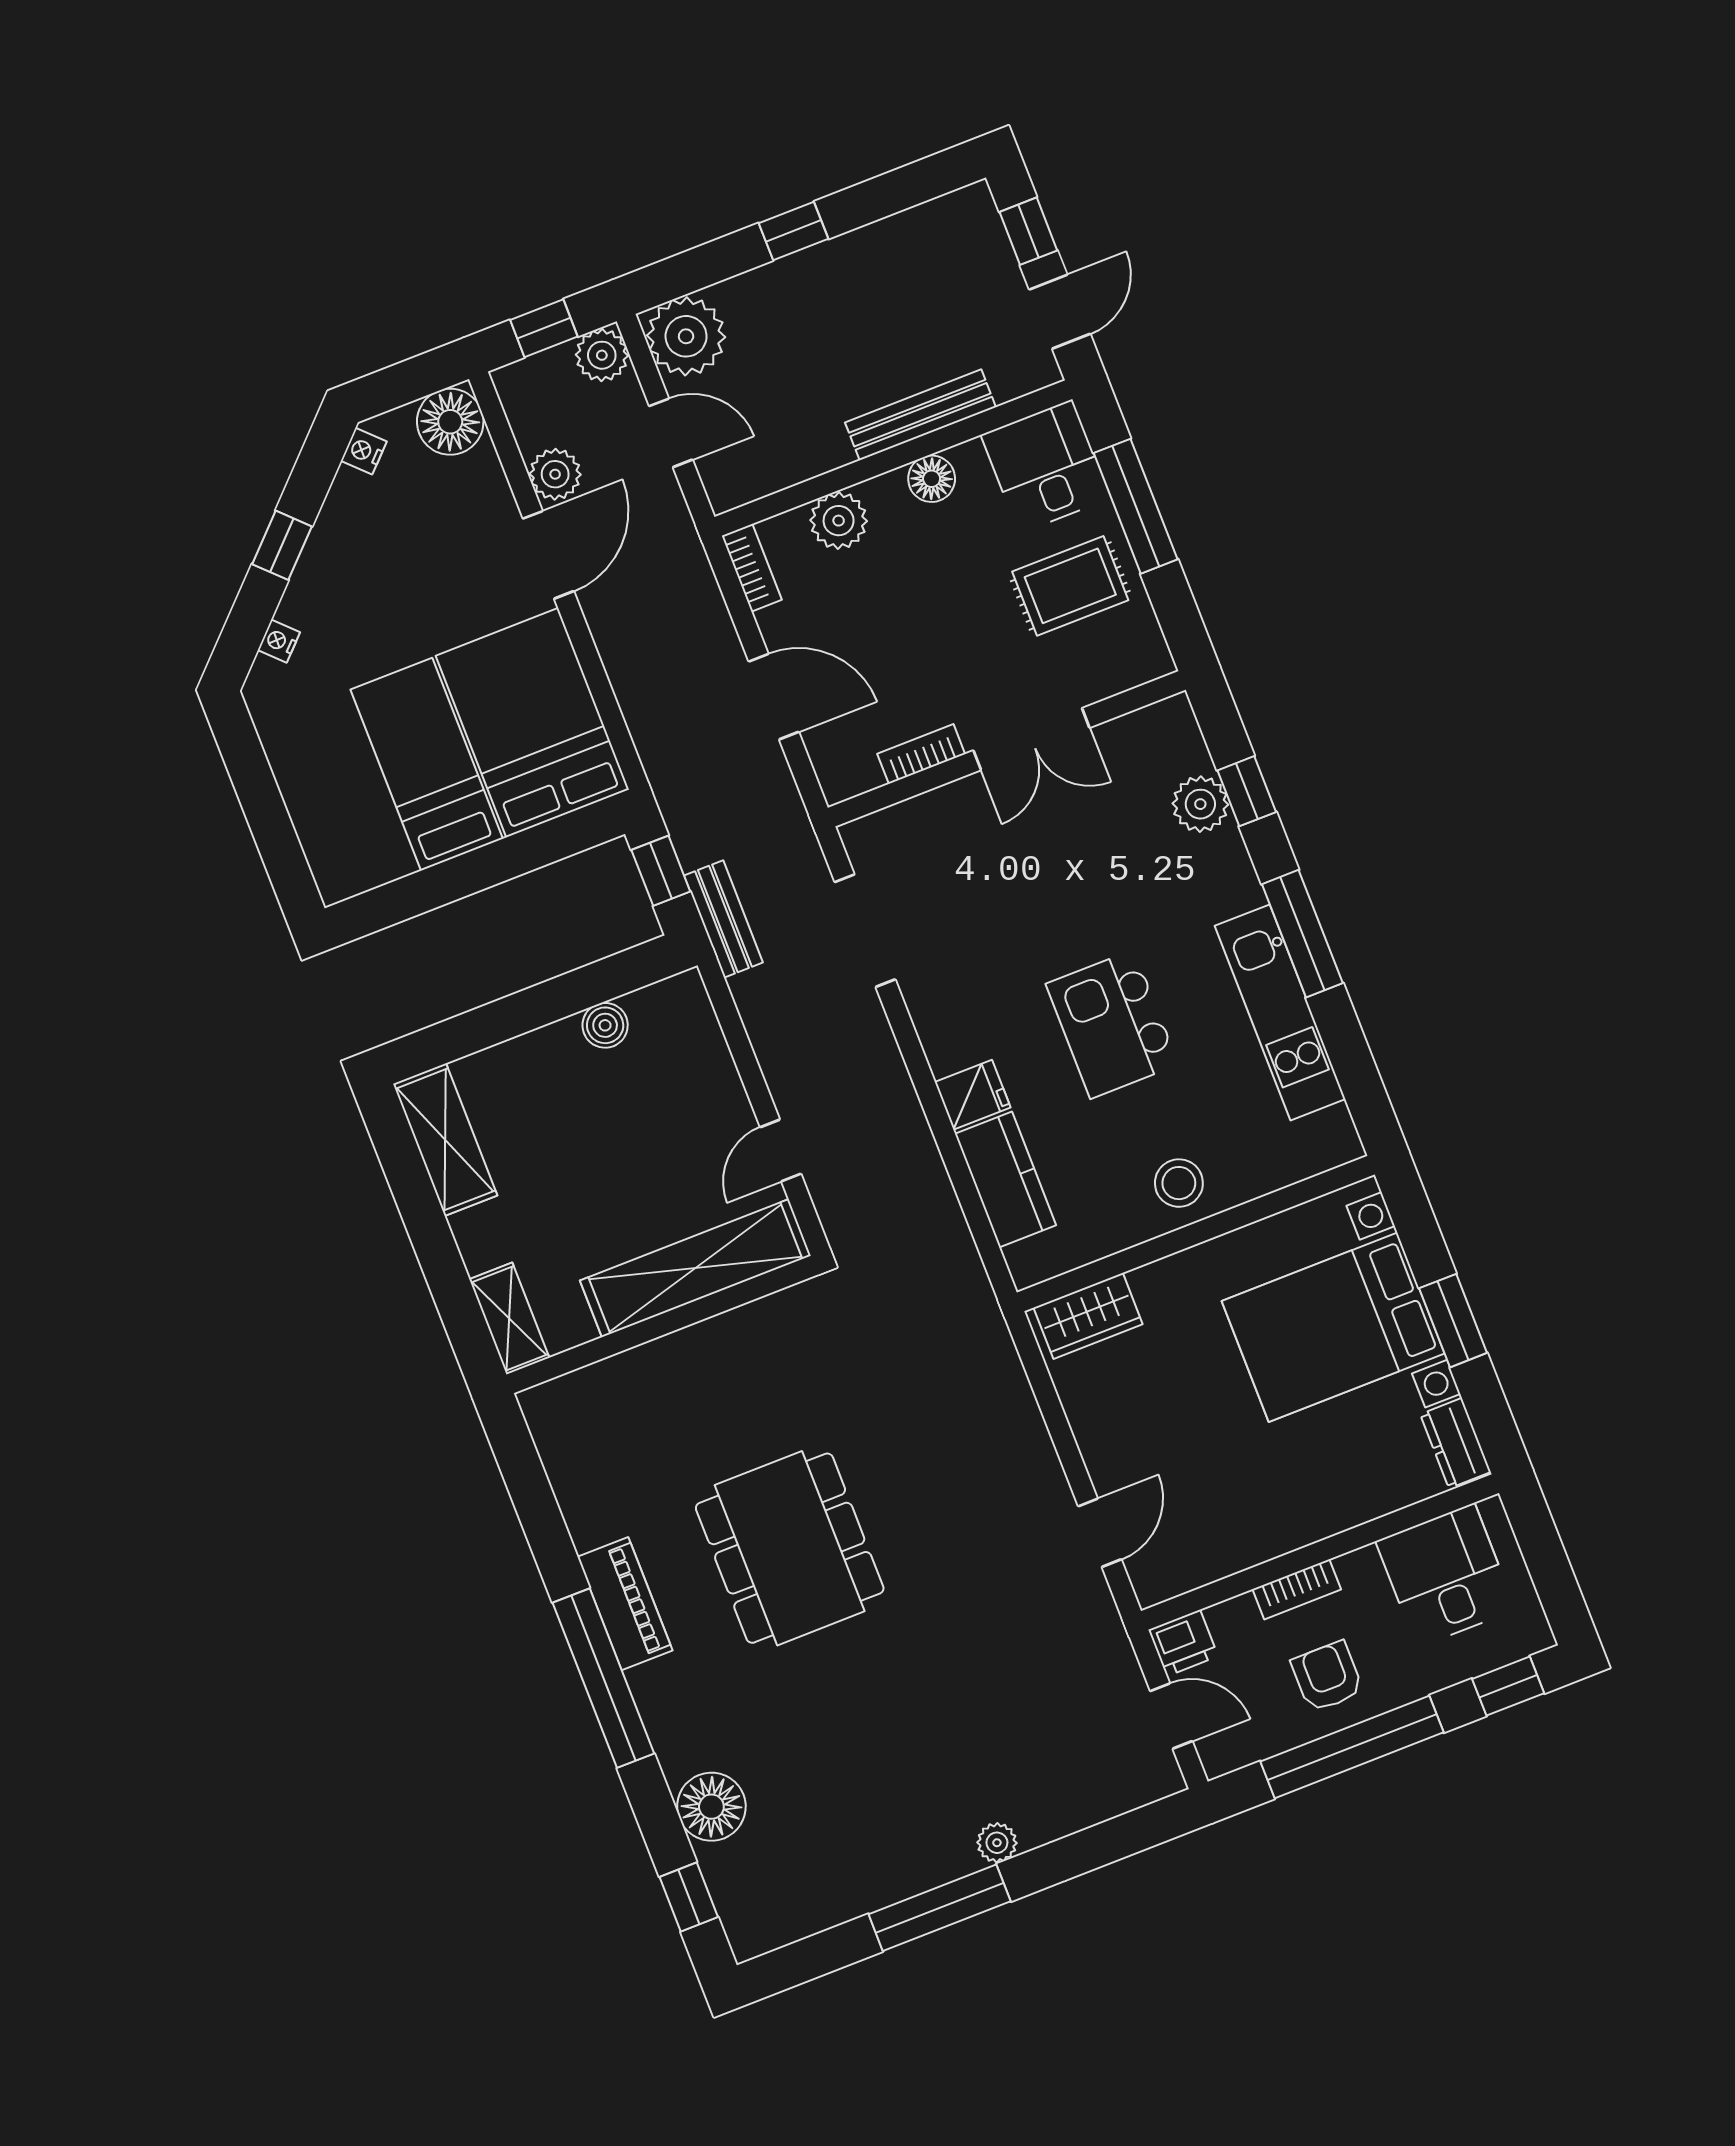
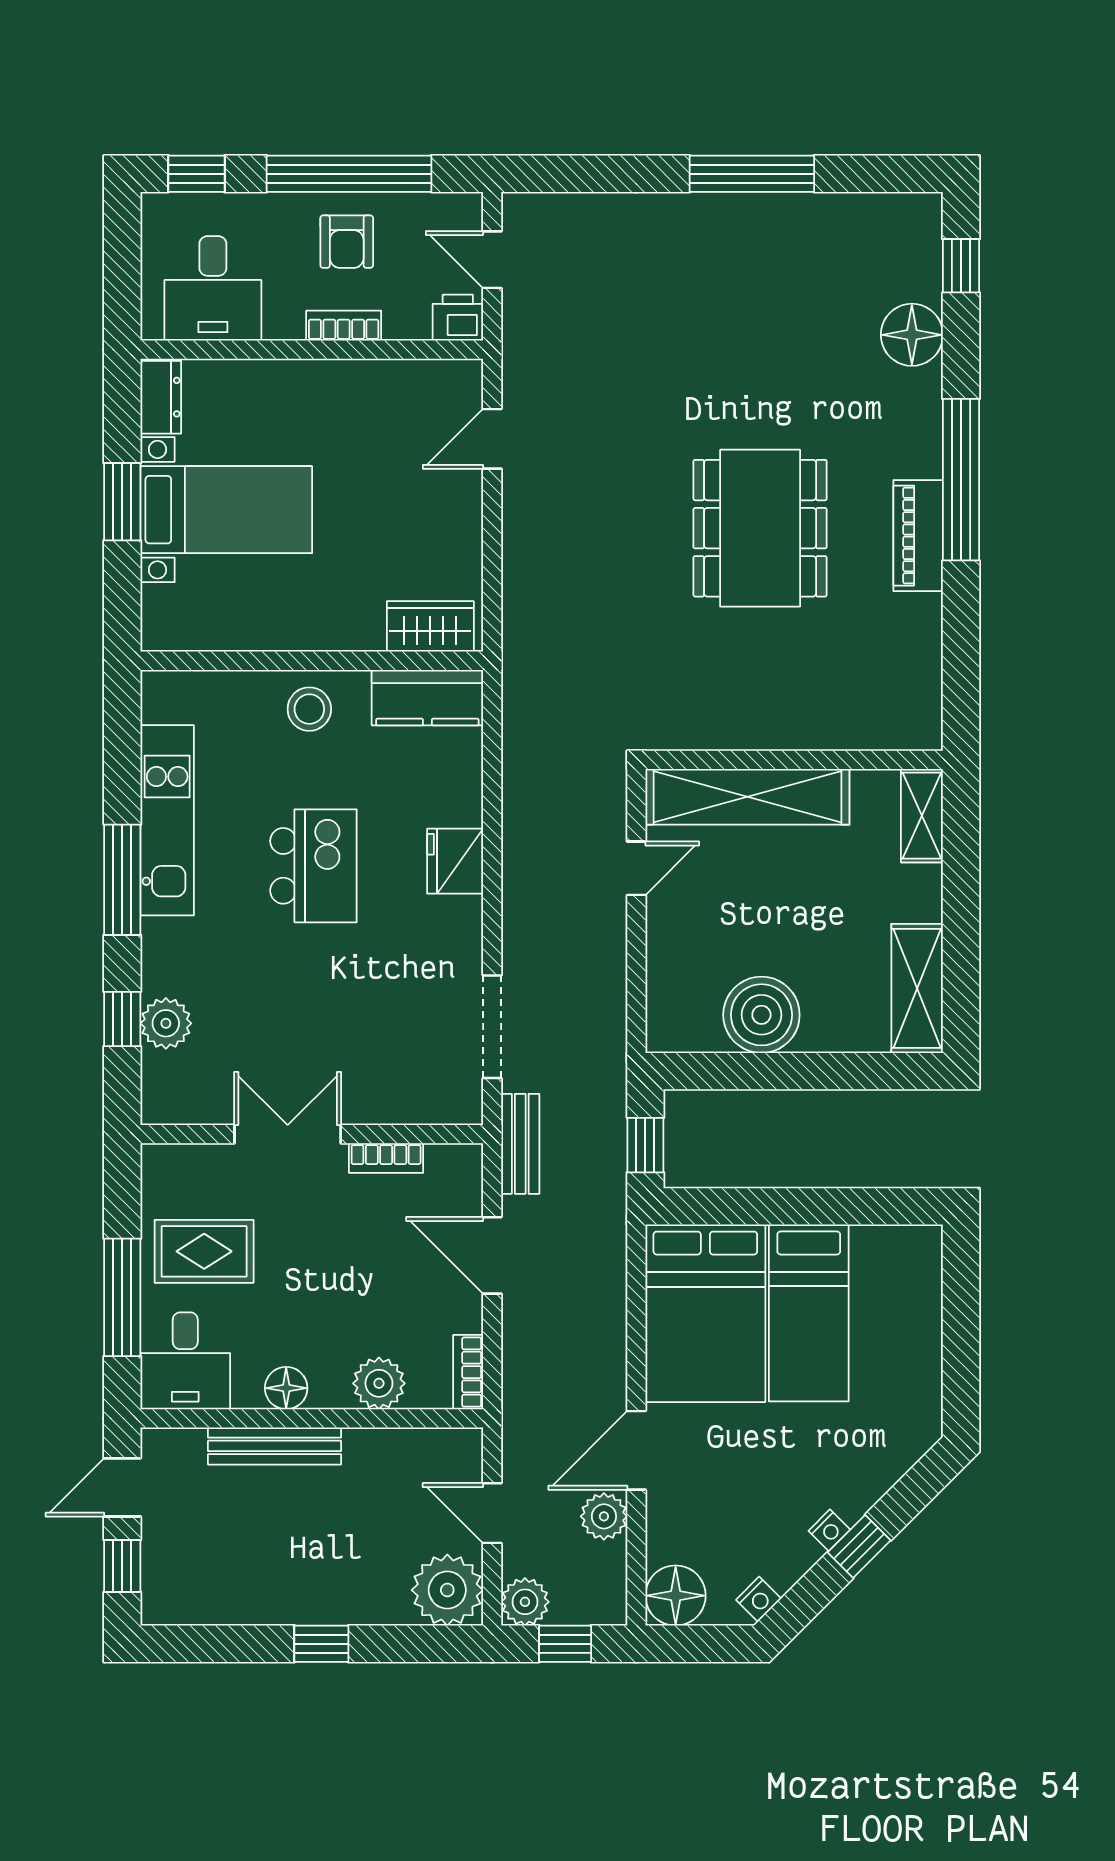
nightstand: (279, 641) -> (829, 1530), moved
bench: (723, 919) -> (520, 1144), moved
boiler: (605, 1025) -> (761, 1015), width x1.86, depth x1.86
fridge: (973, 1095) -> (455, 861), width x1.38
kitchen counter: (1005, 1180) -> (427, 698), moved, turned -90
bed with nightstands: (1333, 1327) -> (226, 510), width x0.73
plant: (997, 1843) -> (682, 210), removed

